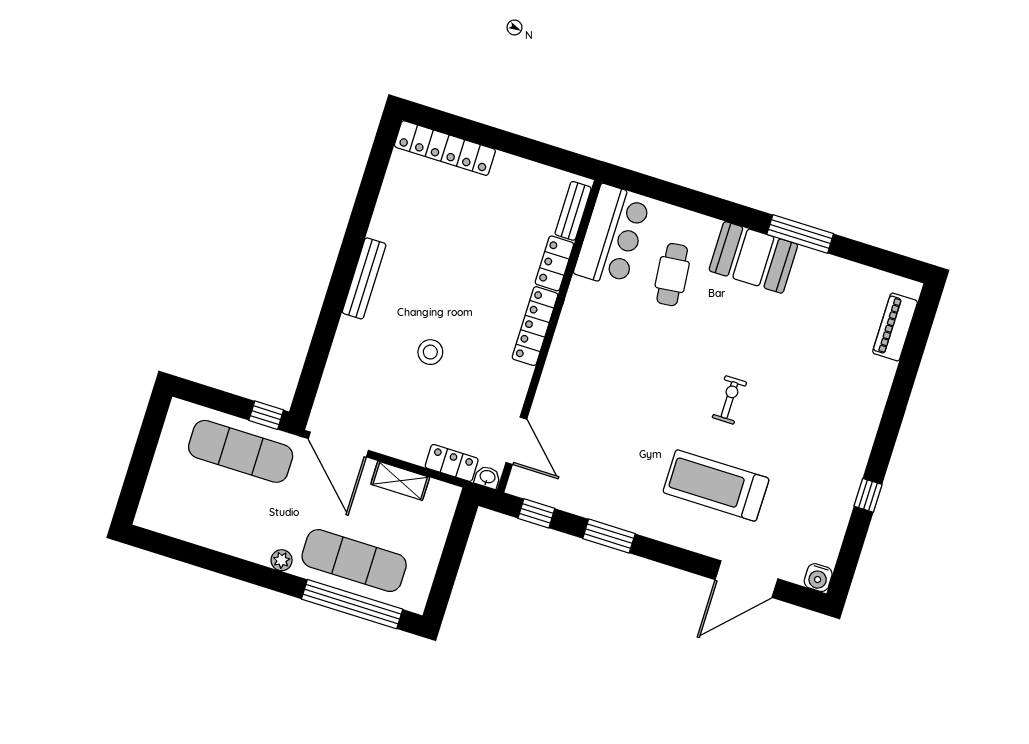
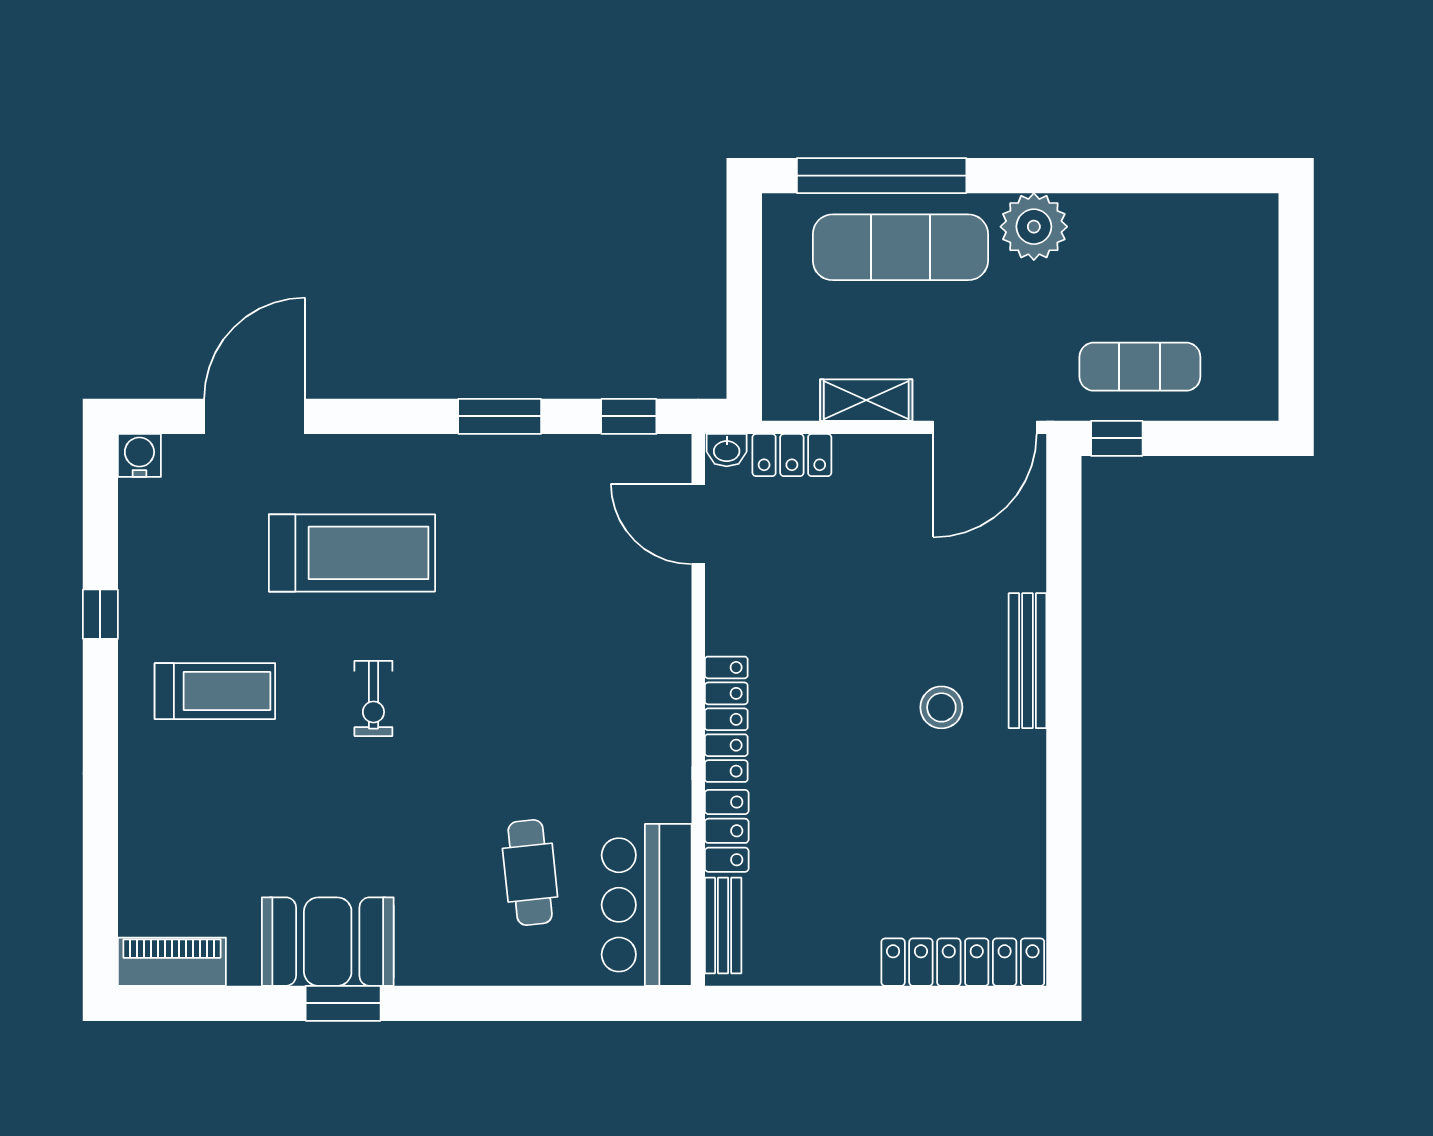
window: (800, 234) -> (343, 1003), width x0.69
booth: (753, 257) -> (328, 942), moved
bench: (364, 278) -> (1028, 661), moved
piano: (895, 327) -> (172, 962), moved, turned -90
stool: (430, 352) -> (941, 707), moved
treadmill: (817, 432) -> (215, 691), added
door: (338, 445) -> (985, 427), swing flipped
exercise mat: (241, 451) -> (1140, 367), width x0.73, depth x0.69
plant: (282, 560) -> (1034, 227), width x1.88, depth x1.88

